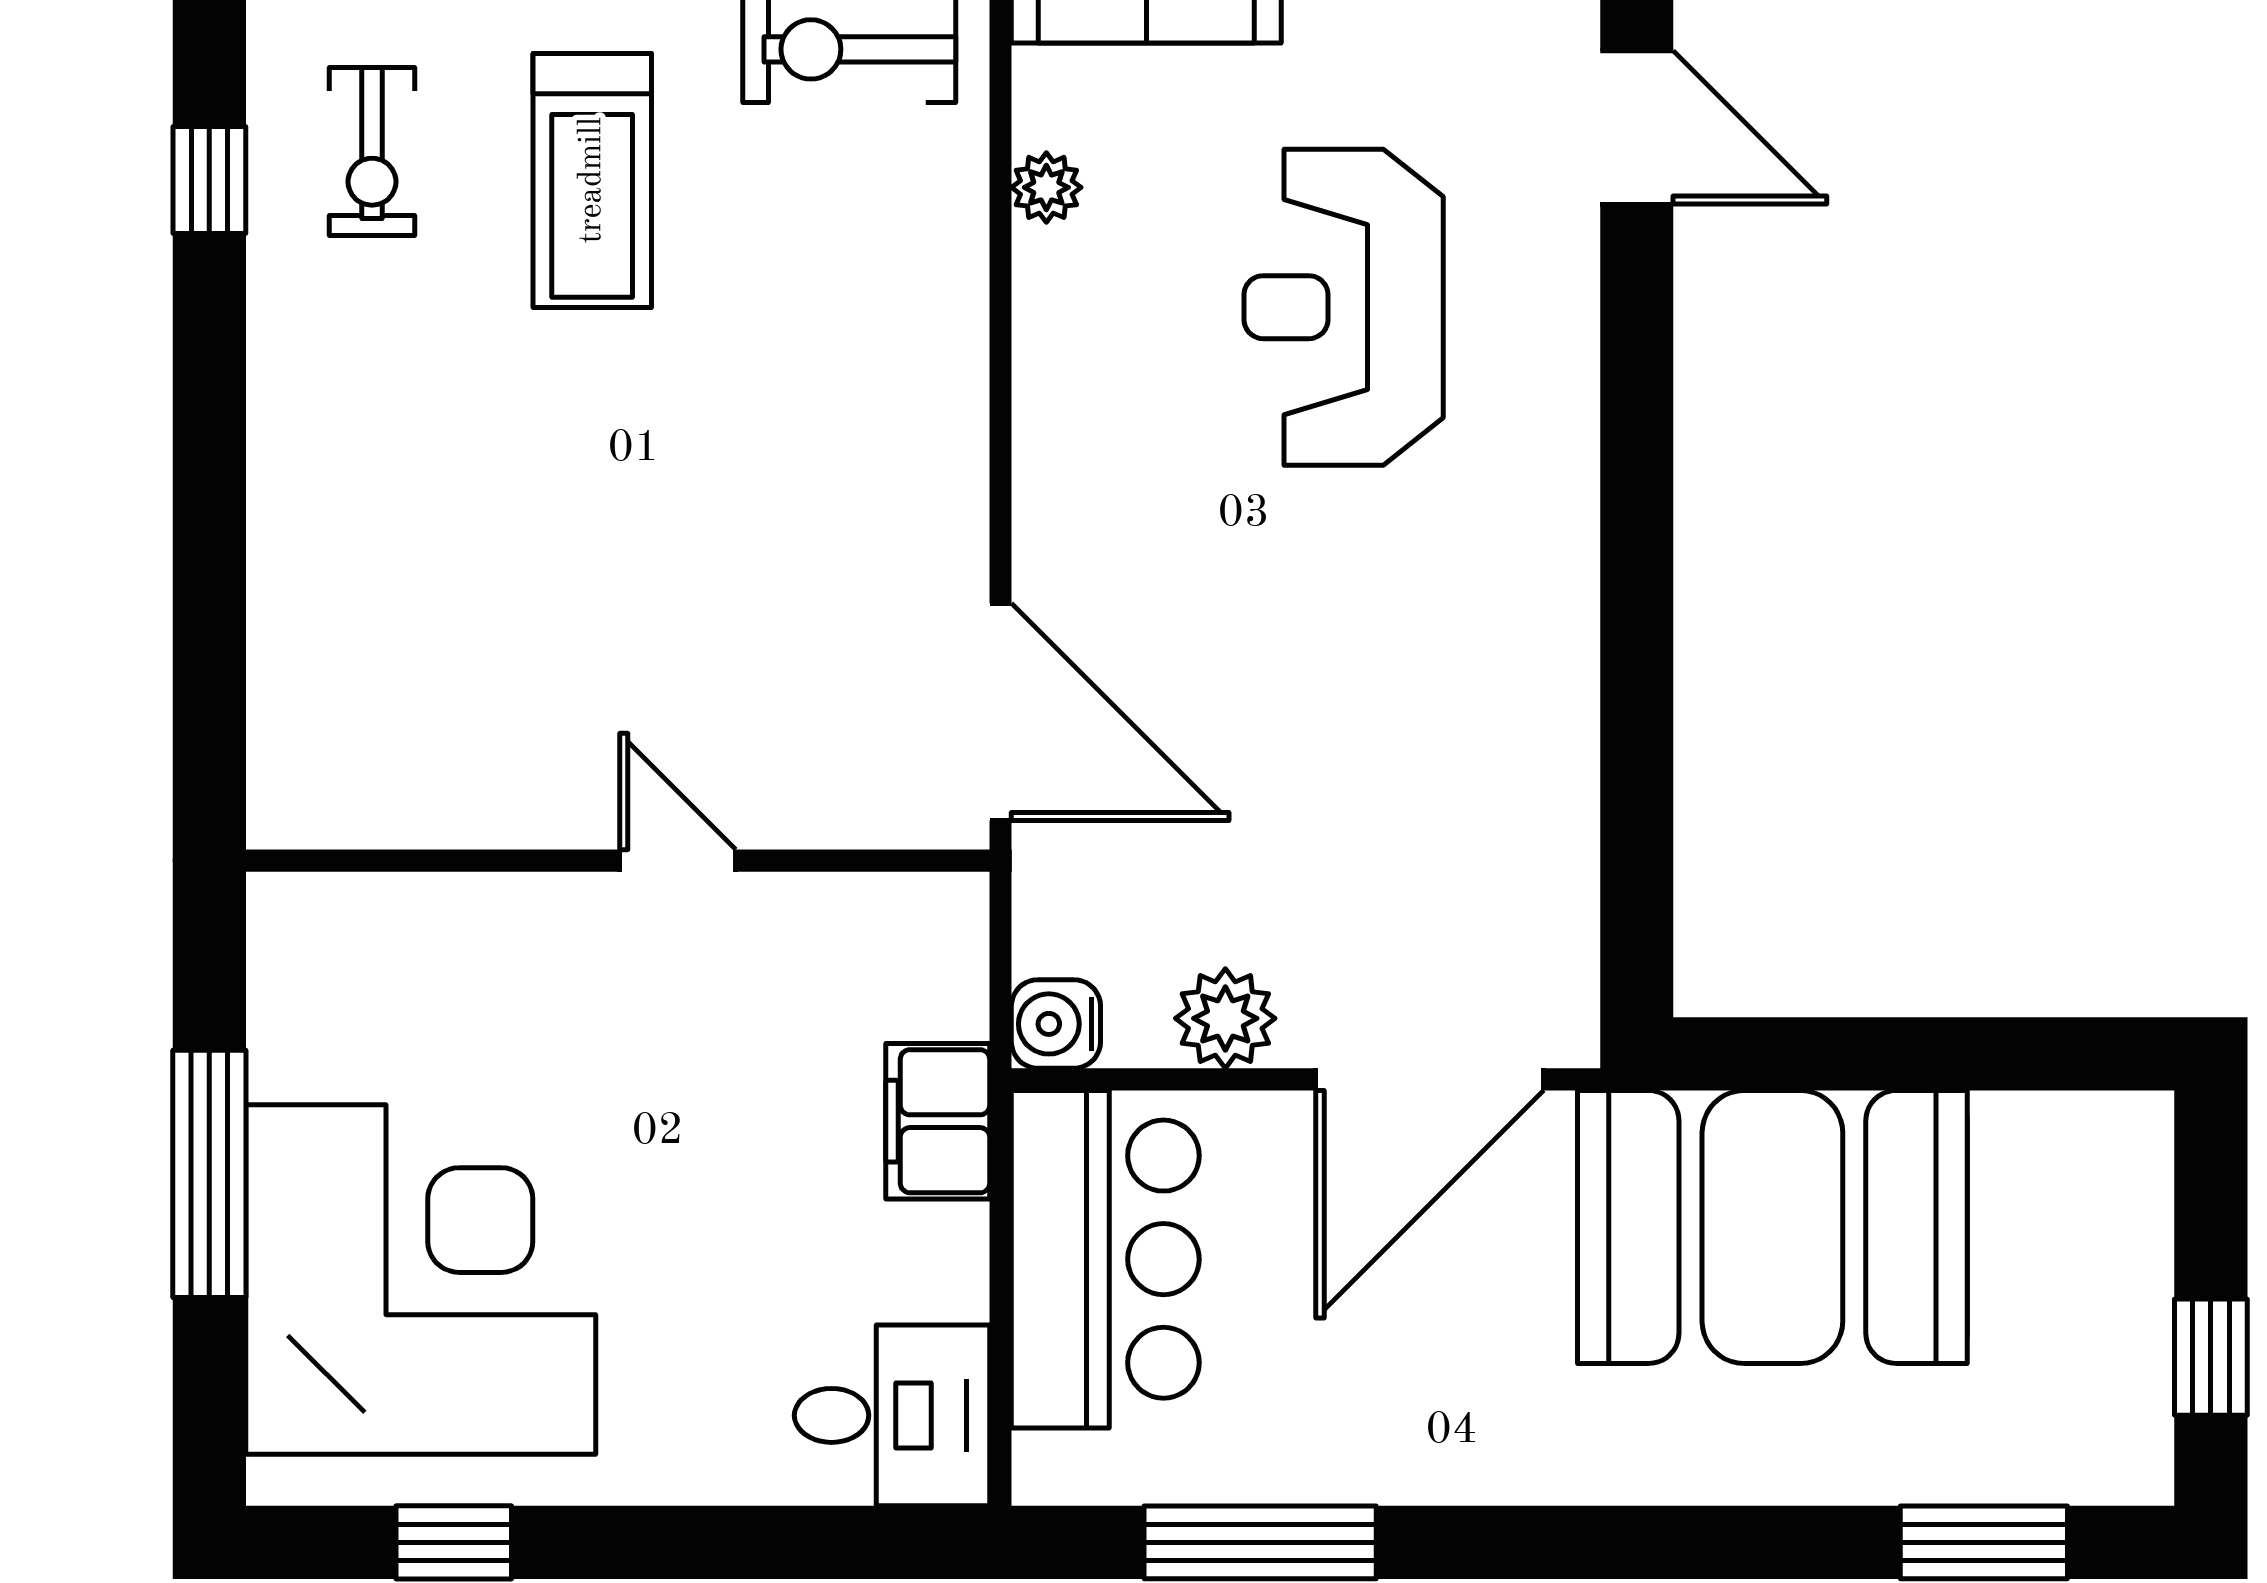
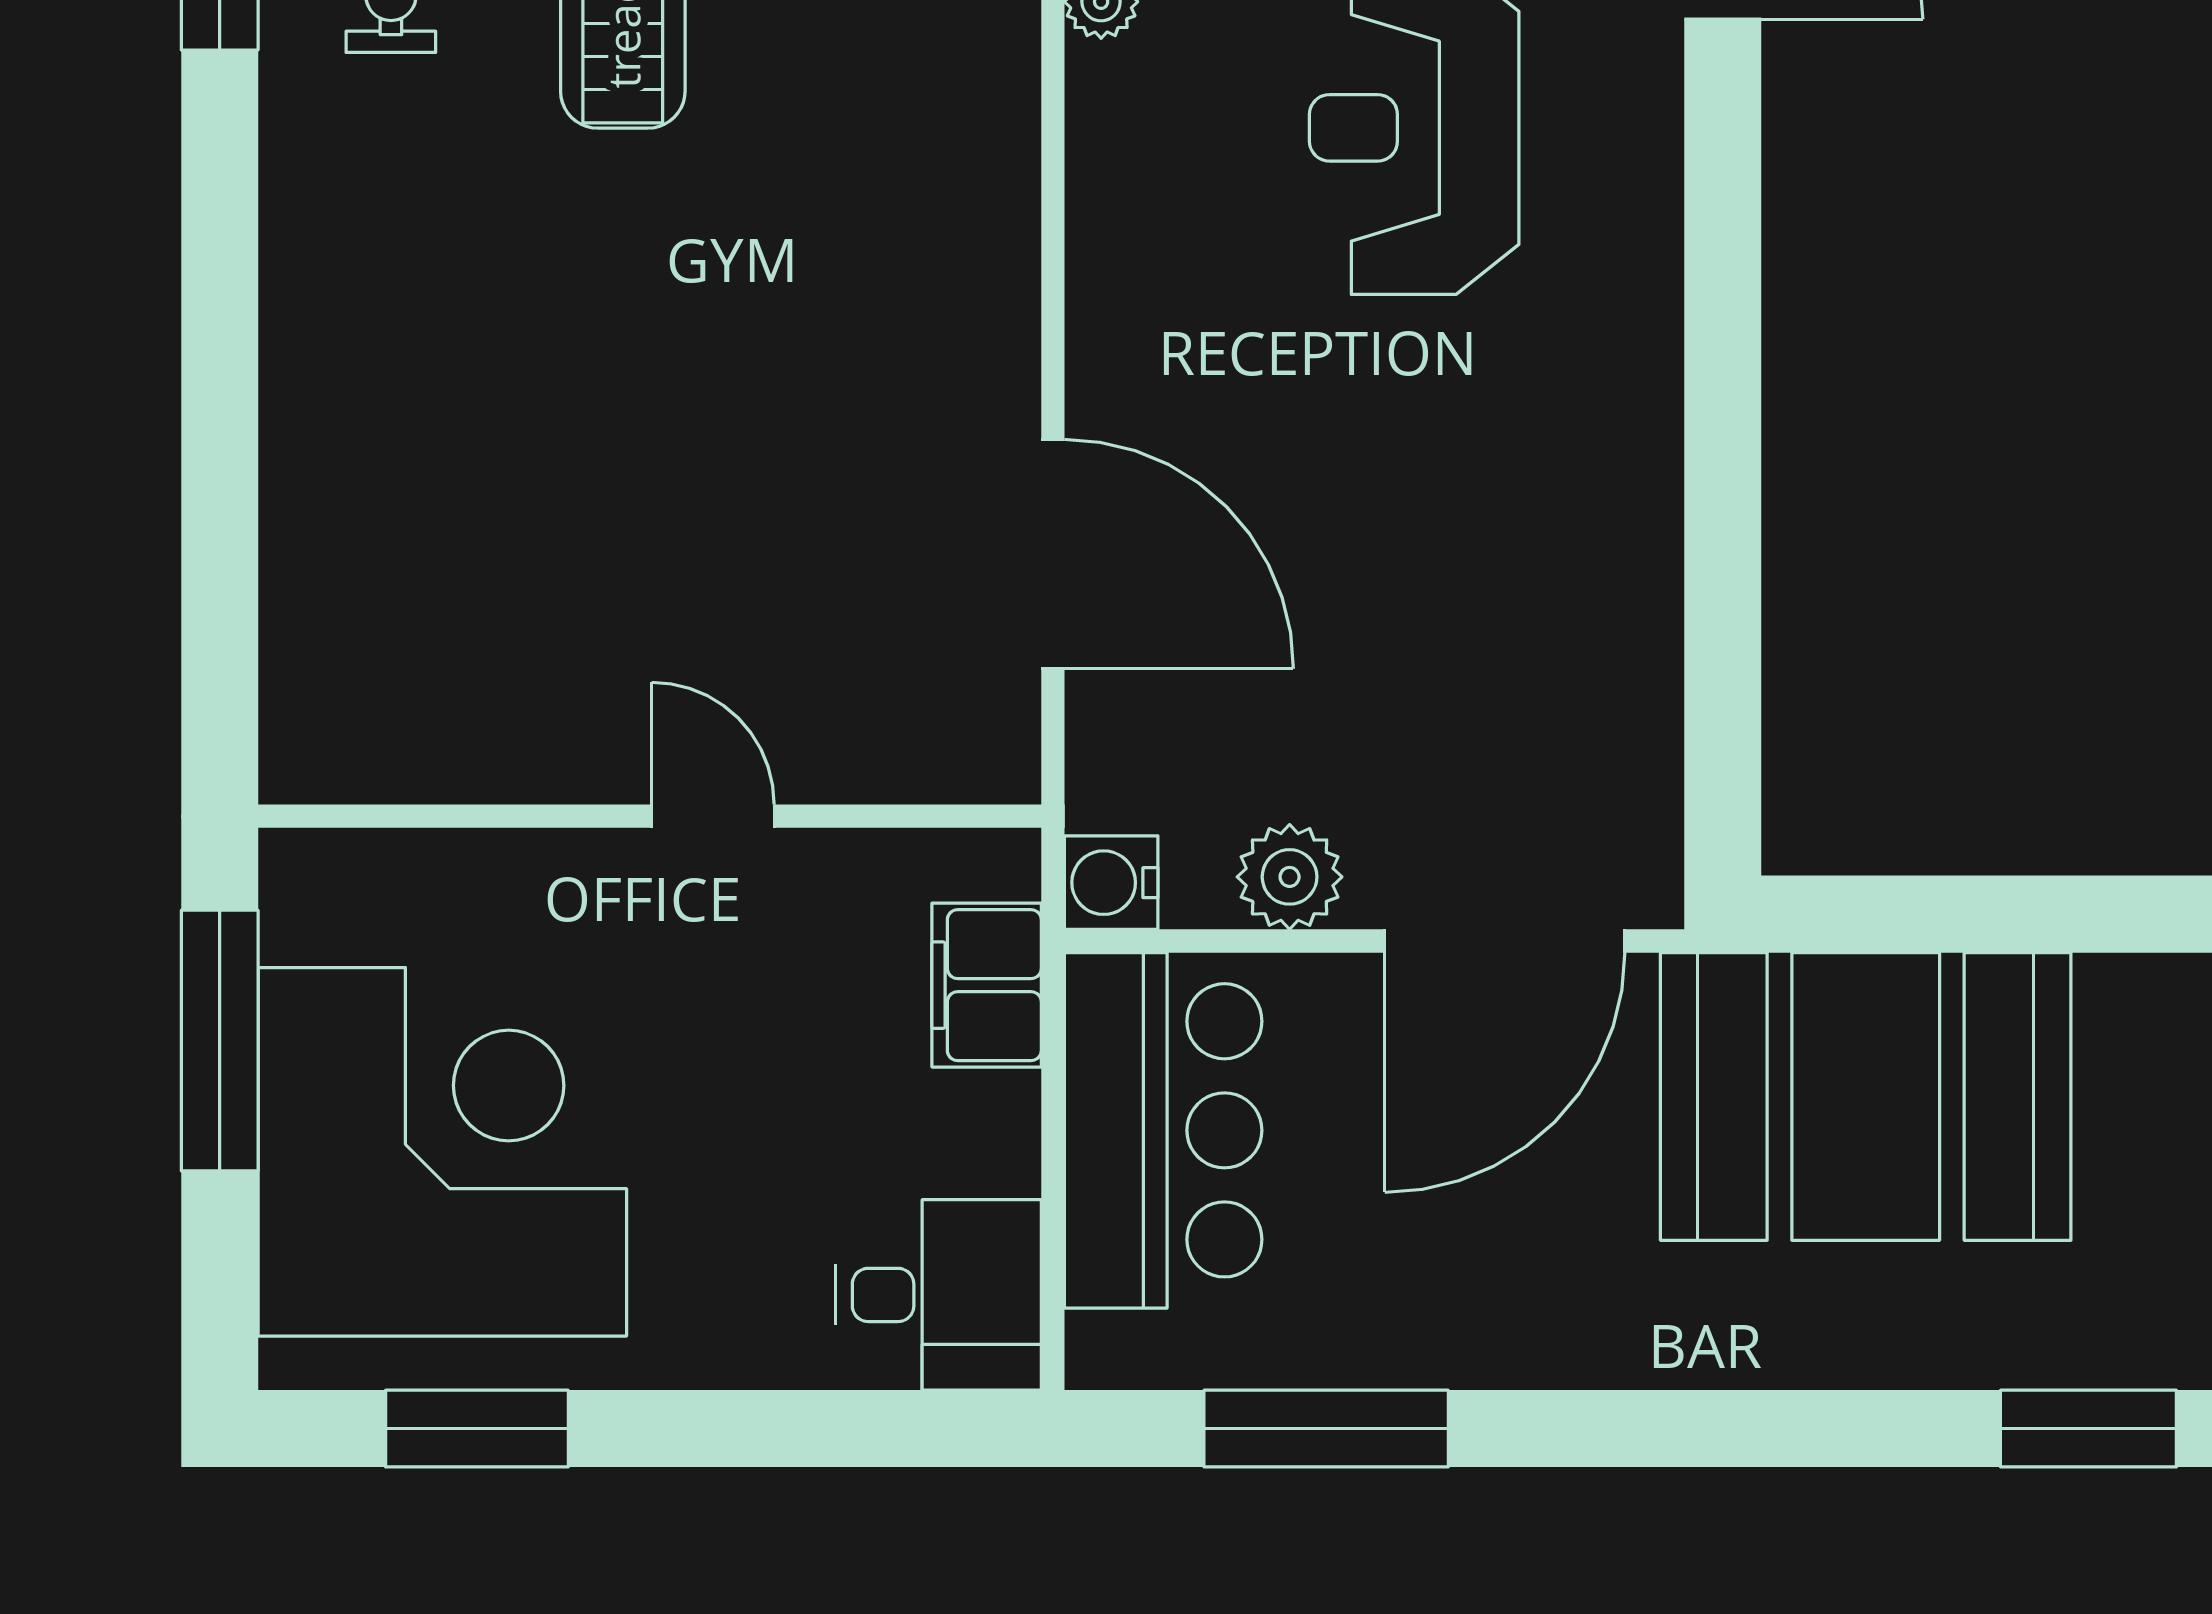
wall: (618, 861) -> (650, 816), moved
door: (678, 861) -> (713, 816), moved
window: (454, 1542) -> (477, 1429), width x1.50

